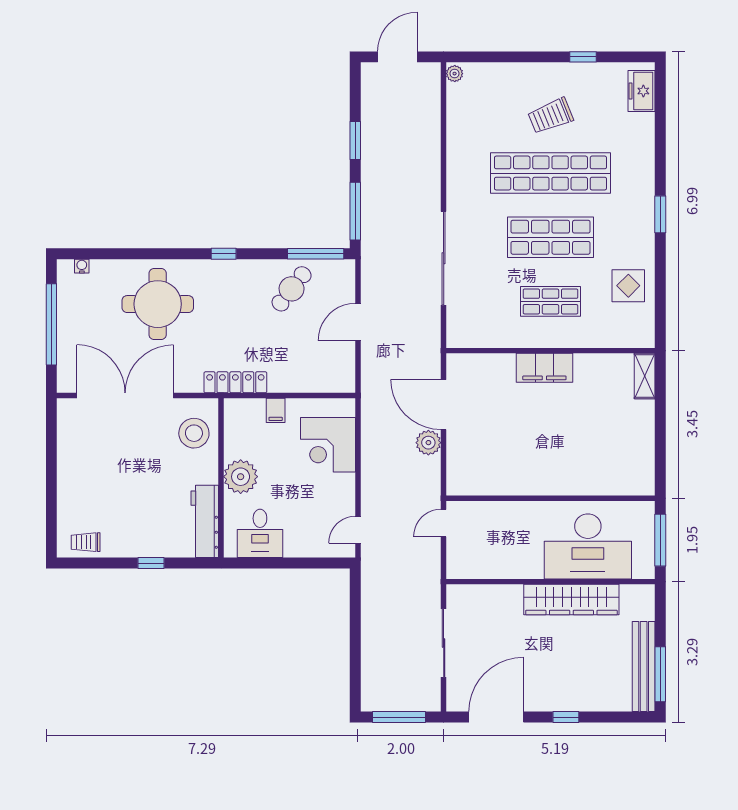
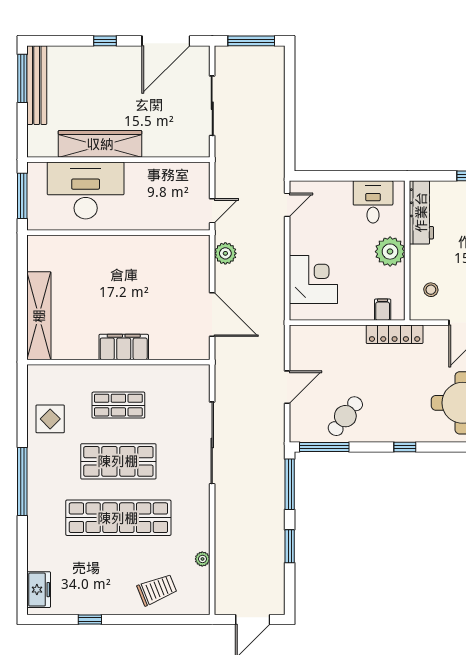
plant: (455, 74) -> (202, 559), moved
trolley: (551, 116) -> (157, 590), moved
window: (660, 214) -> (22, 482), width x2.11
shelving: (645, 376) -> (39, 316), width x2.20, depth x1.33
filing cabinet: (276, 410) -> (383, 310), moved
stool: (194, 433) -> (431, 290), width x0.53, depth x0.53
plant: (428, 443) -> (225, 253), moved

